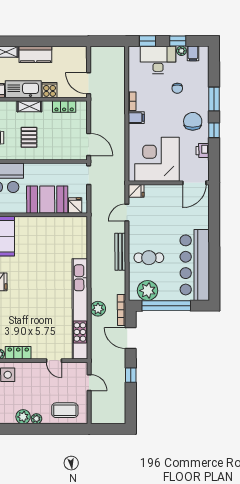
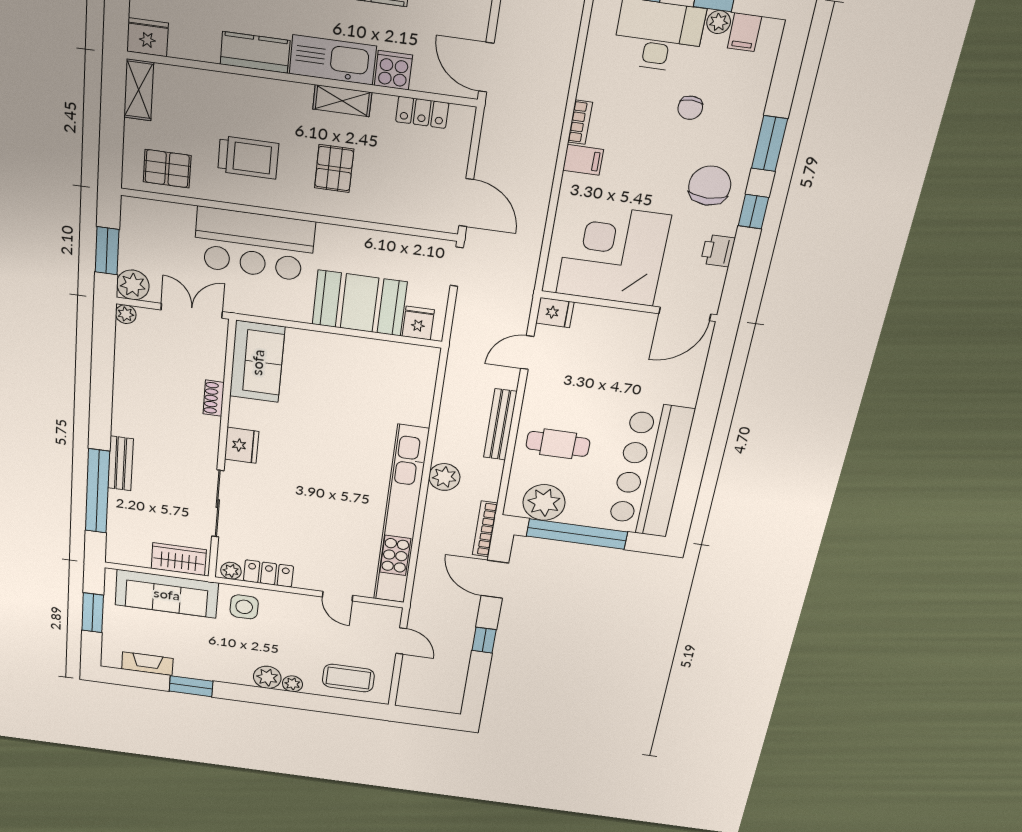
plant: (98, 309) -> (444, 477), moved

